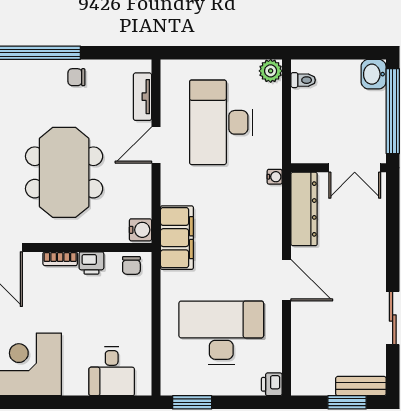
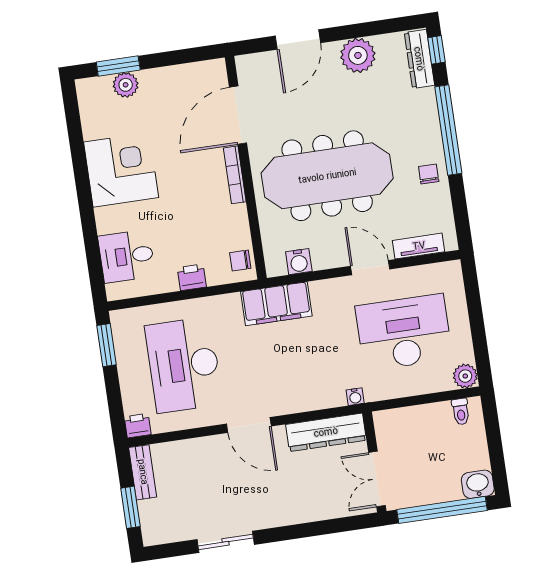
meeting table: (64, 172) -> (327, 176), width x1.36
water cooler: (140, 230) -> (299, 262), moved
bookcase: (60, 259) -> (235, 175), width x1.56
printer: (91, 263) -> (192, 277), moved, turned 90
door: (287, 280) -> (249, 425), hinge flipped
desk: (221, 333) -> (184, 365), turned 180
bench: (361, 386) -> (143, 472), moved

